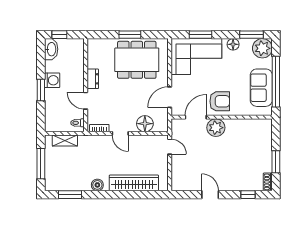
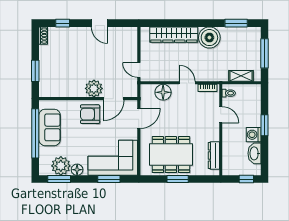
plant: (262, 48) -> (61, 166), moved
washbasin: (51, 49) -> (254, 153), moved
dresser: (93, 79) -> (214, 156), moved, width x1.44
window: (276, 162) -> (35, 71), moved
boiler: (97, 185) -> (209, 38), width x1.86, depth x1.86

